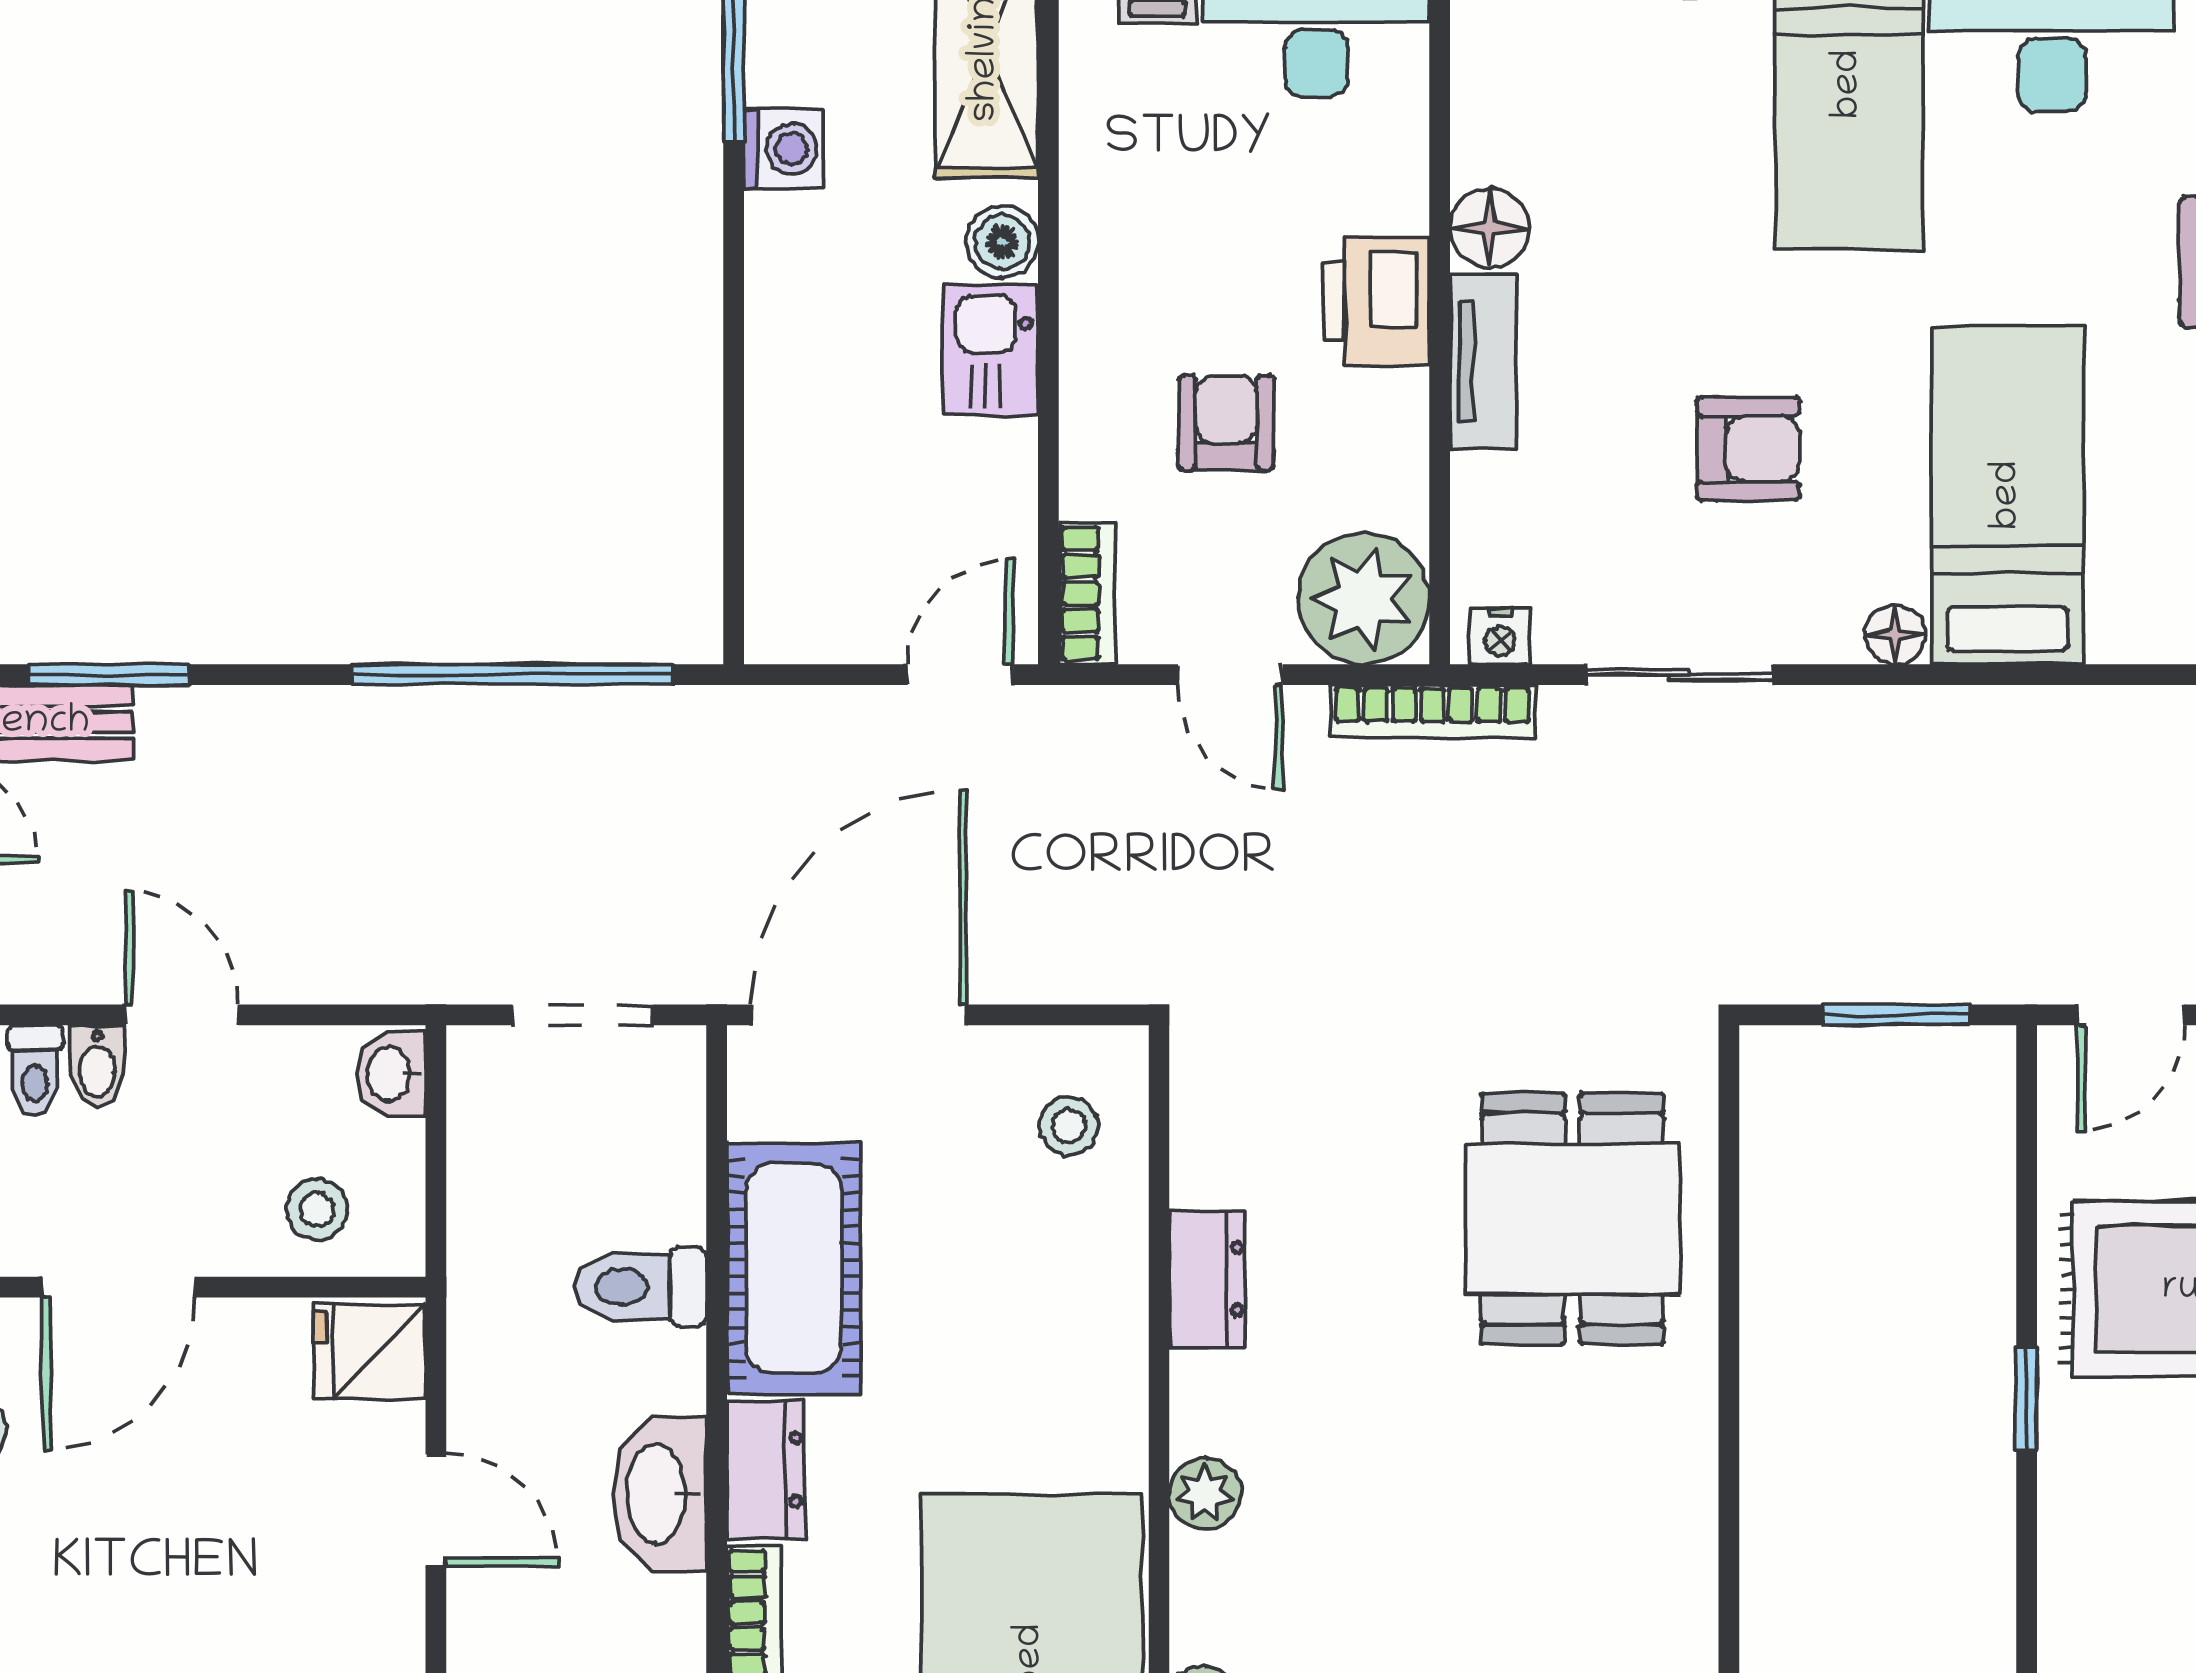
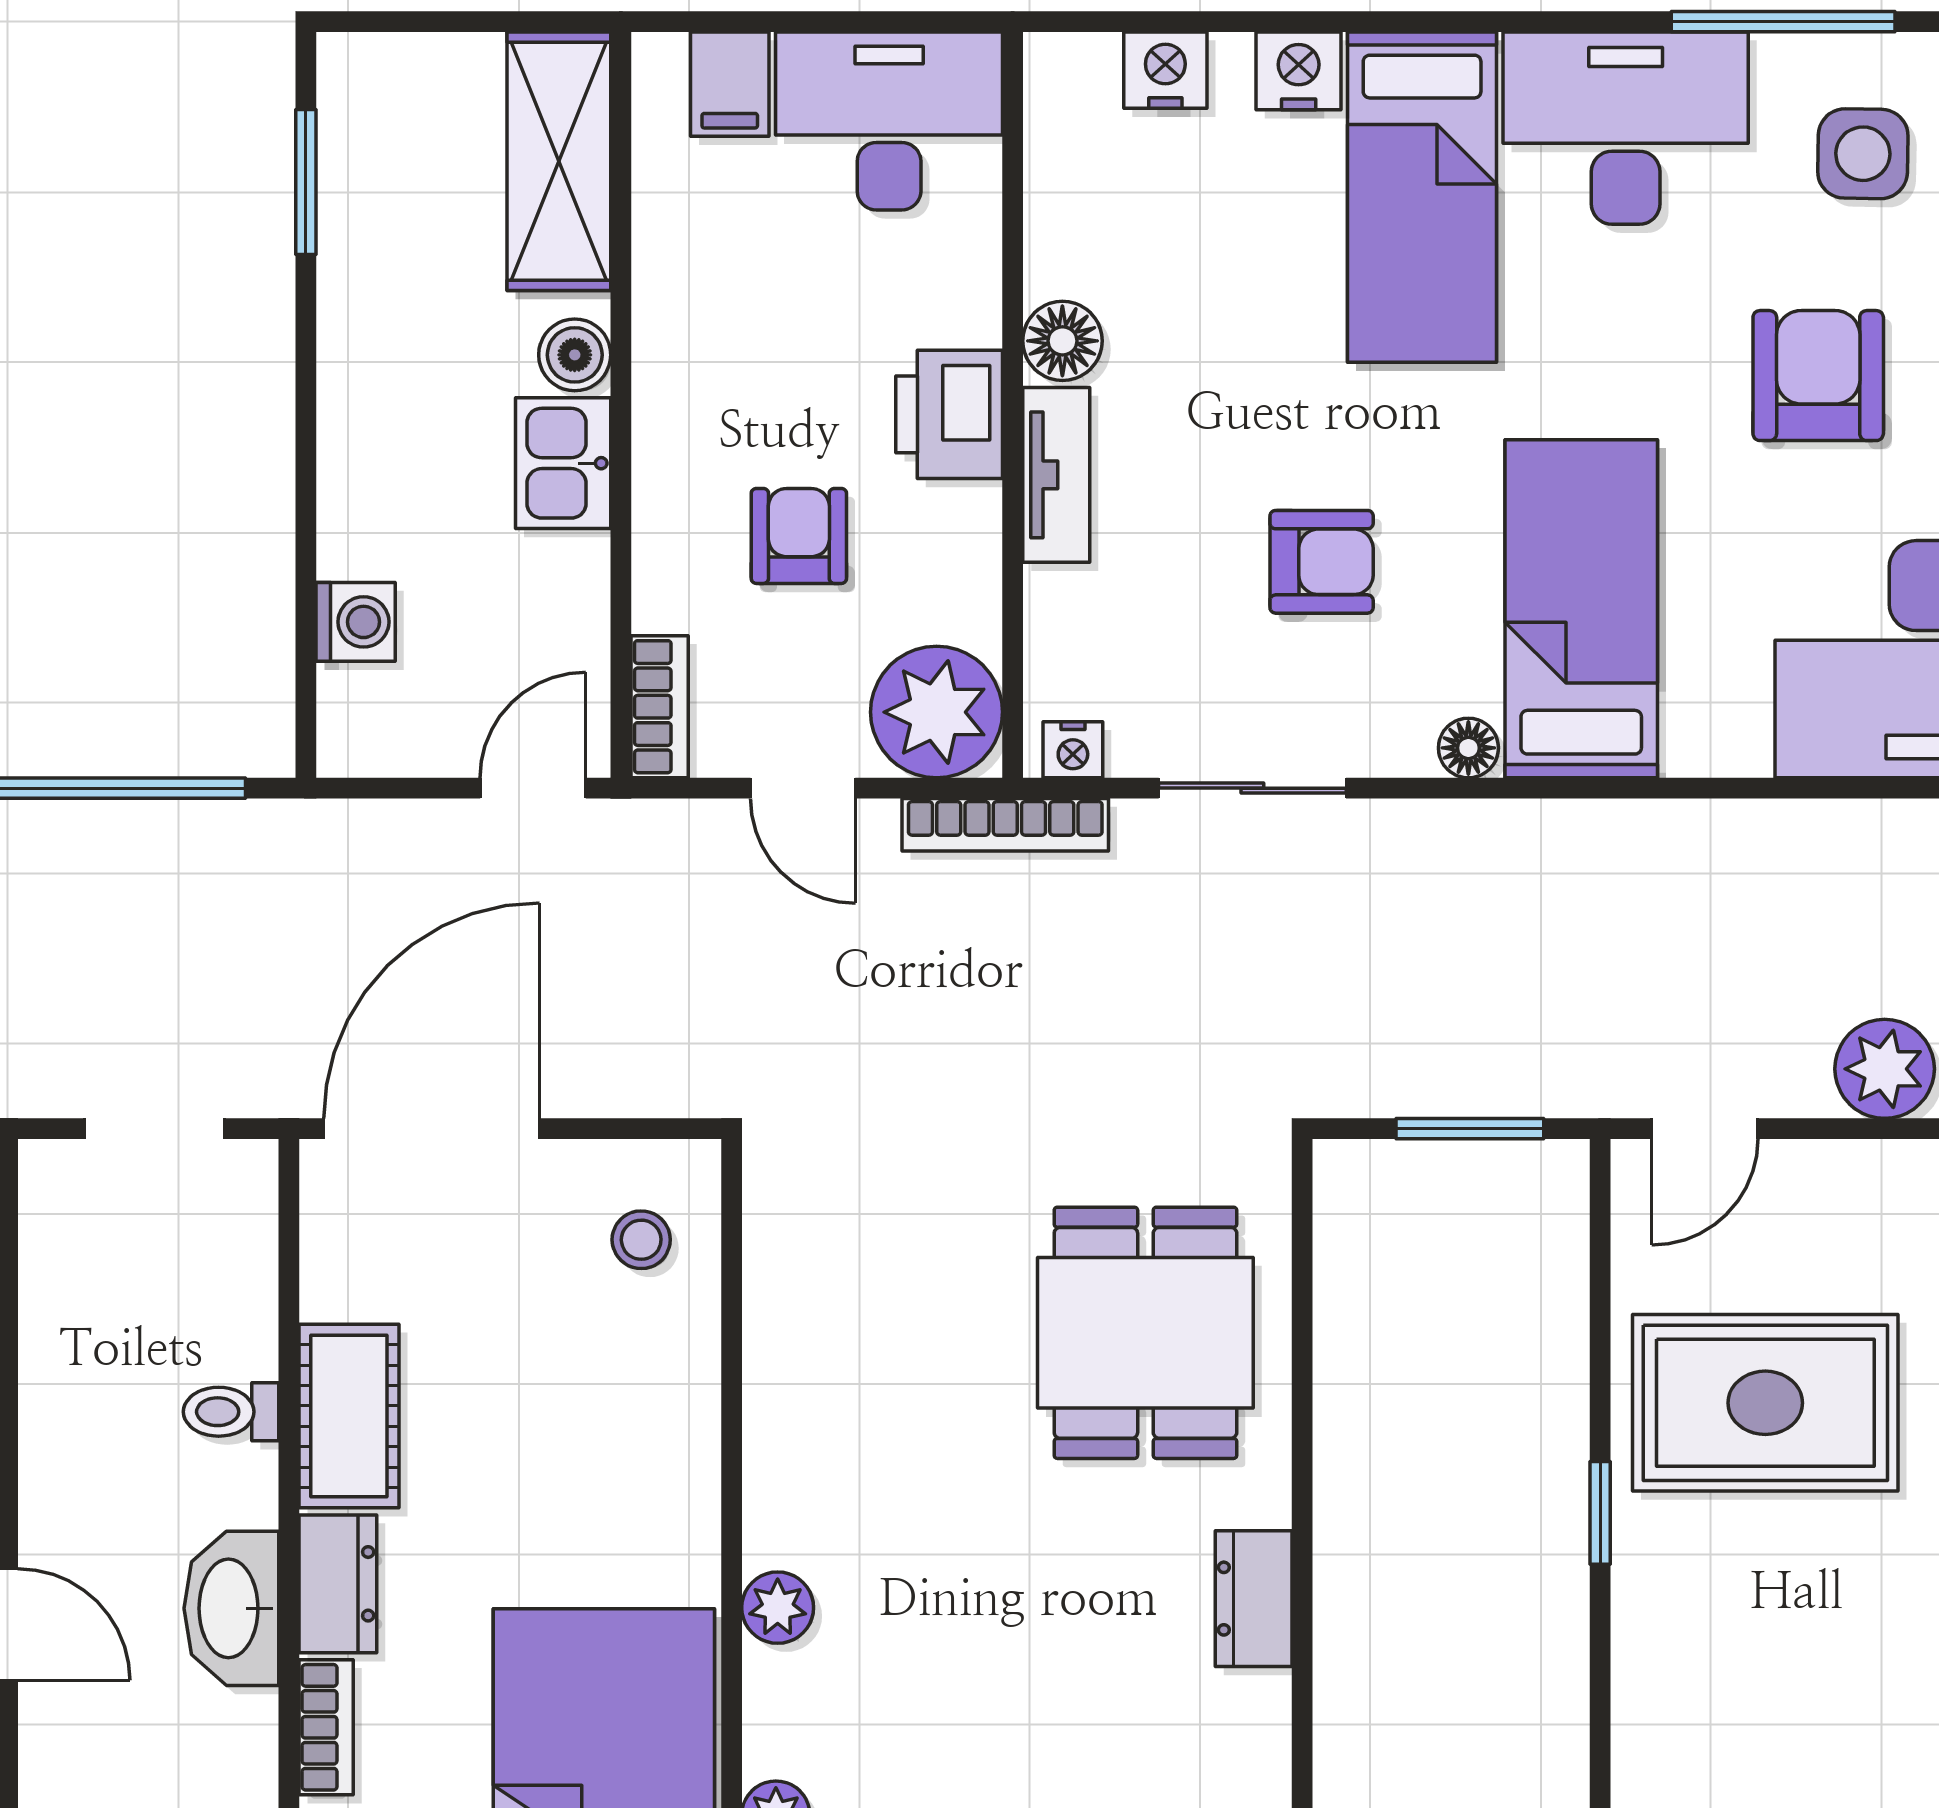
washing machine: (783, 149) -> (356, 622), moved
cot: (794, 1268) -> (349, 1416), width x0.73, depth x0.75
dresser: (1207, 1279) -> (1254, 1599), moved, turned 180
toilet: (641, 1287) -> (231, 1412), width x0.73, depth x0.72

